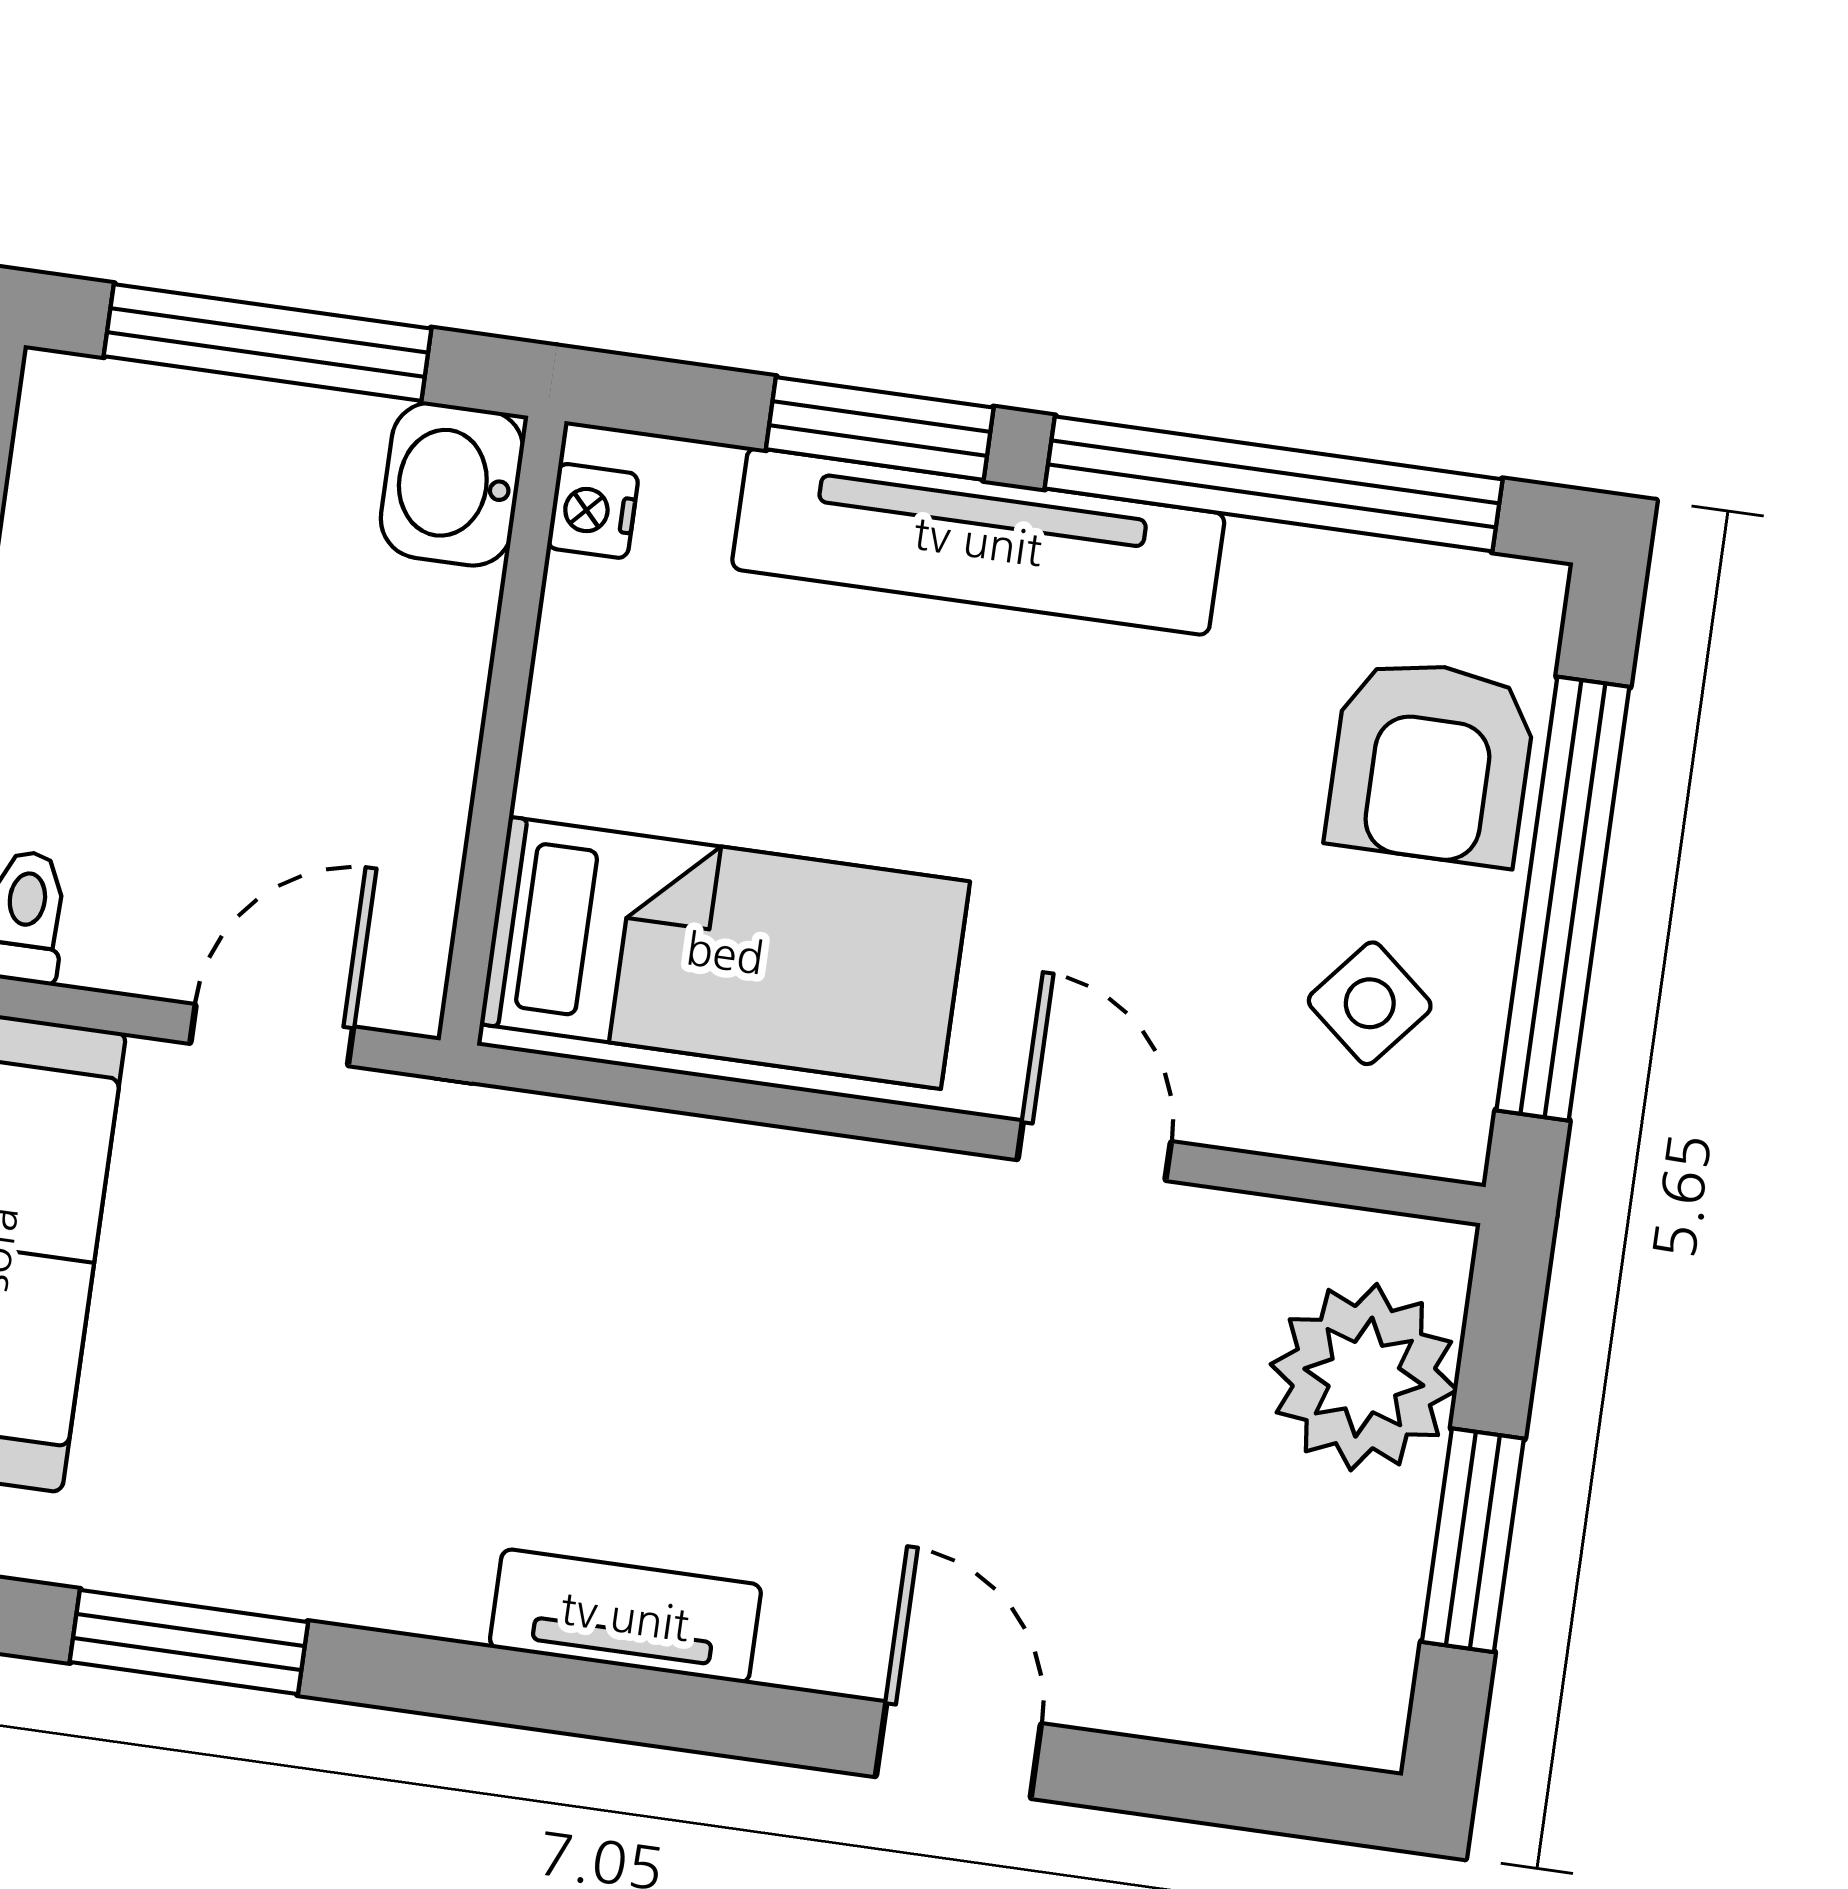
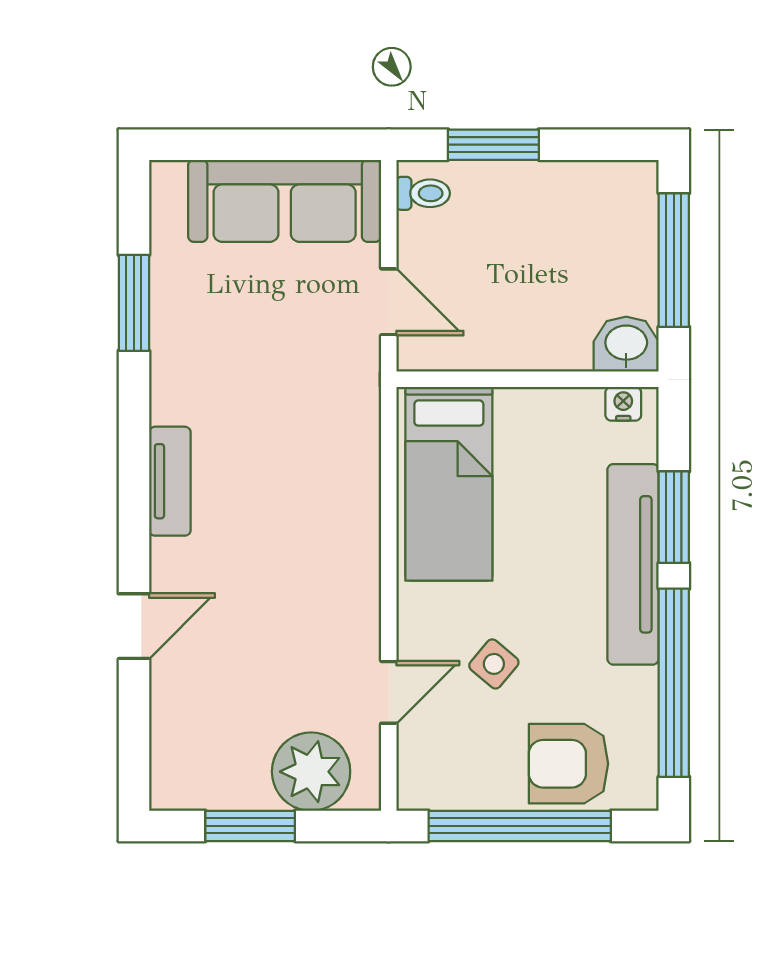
side table: (1370, 1003) -> (494, 664), moved
door: (1094, 1151) -> (389, 692), moved

